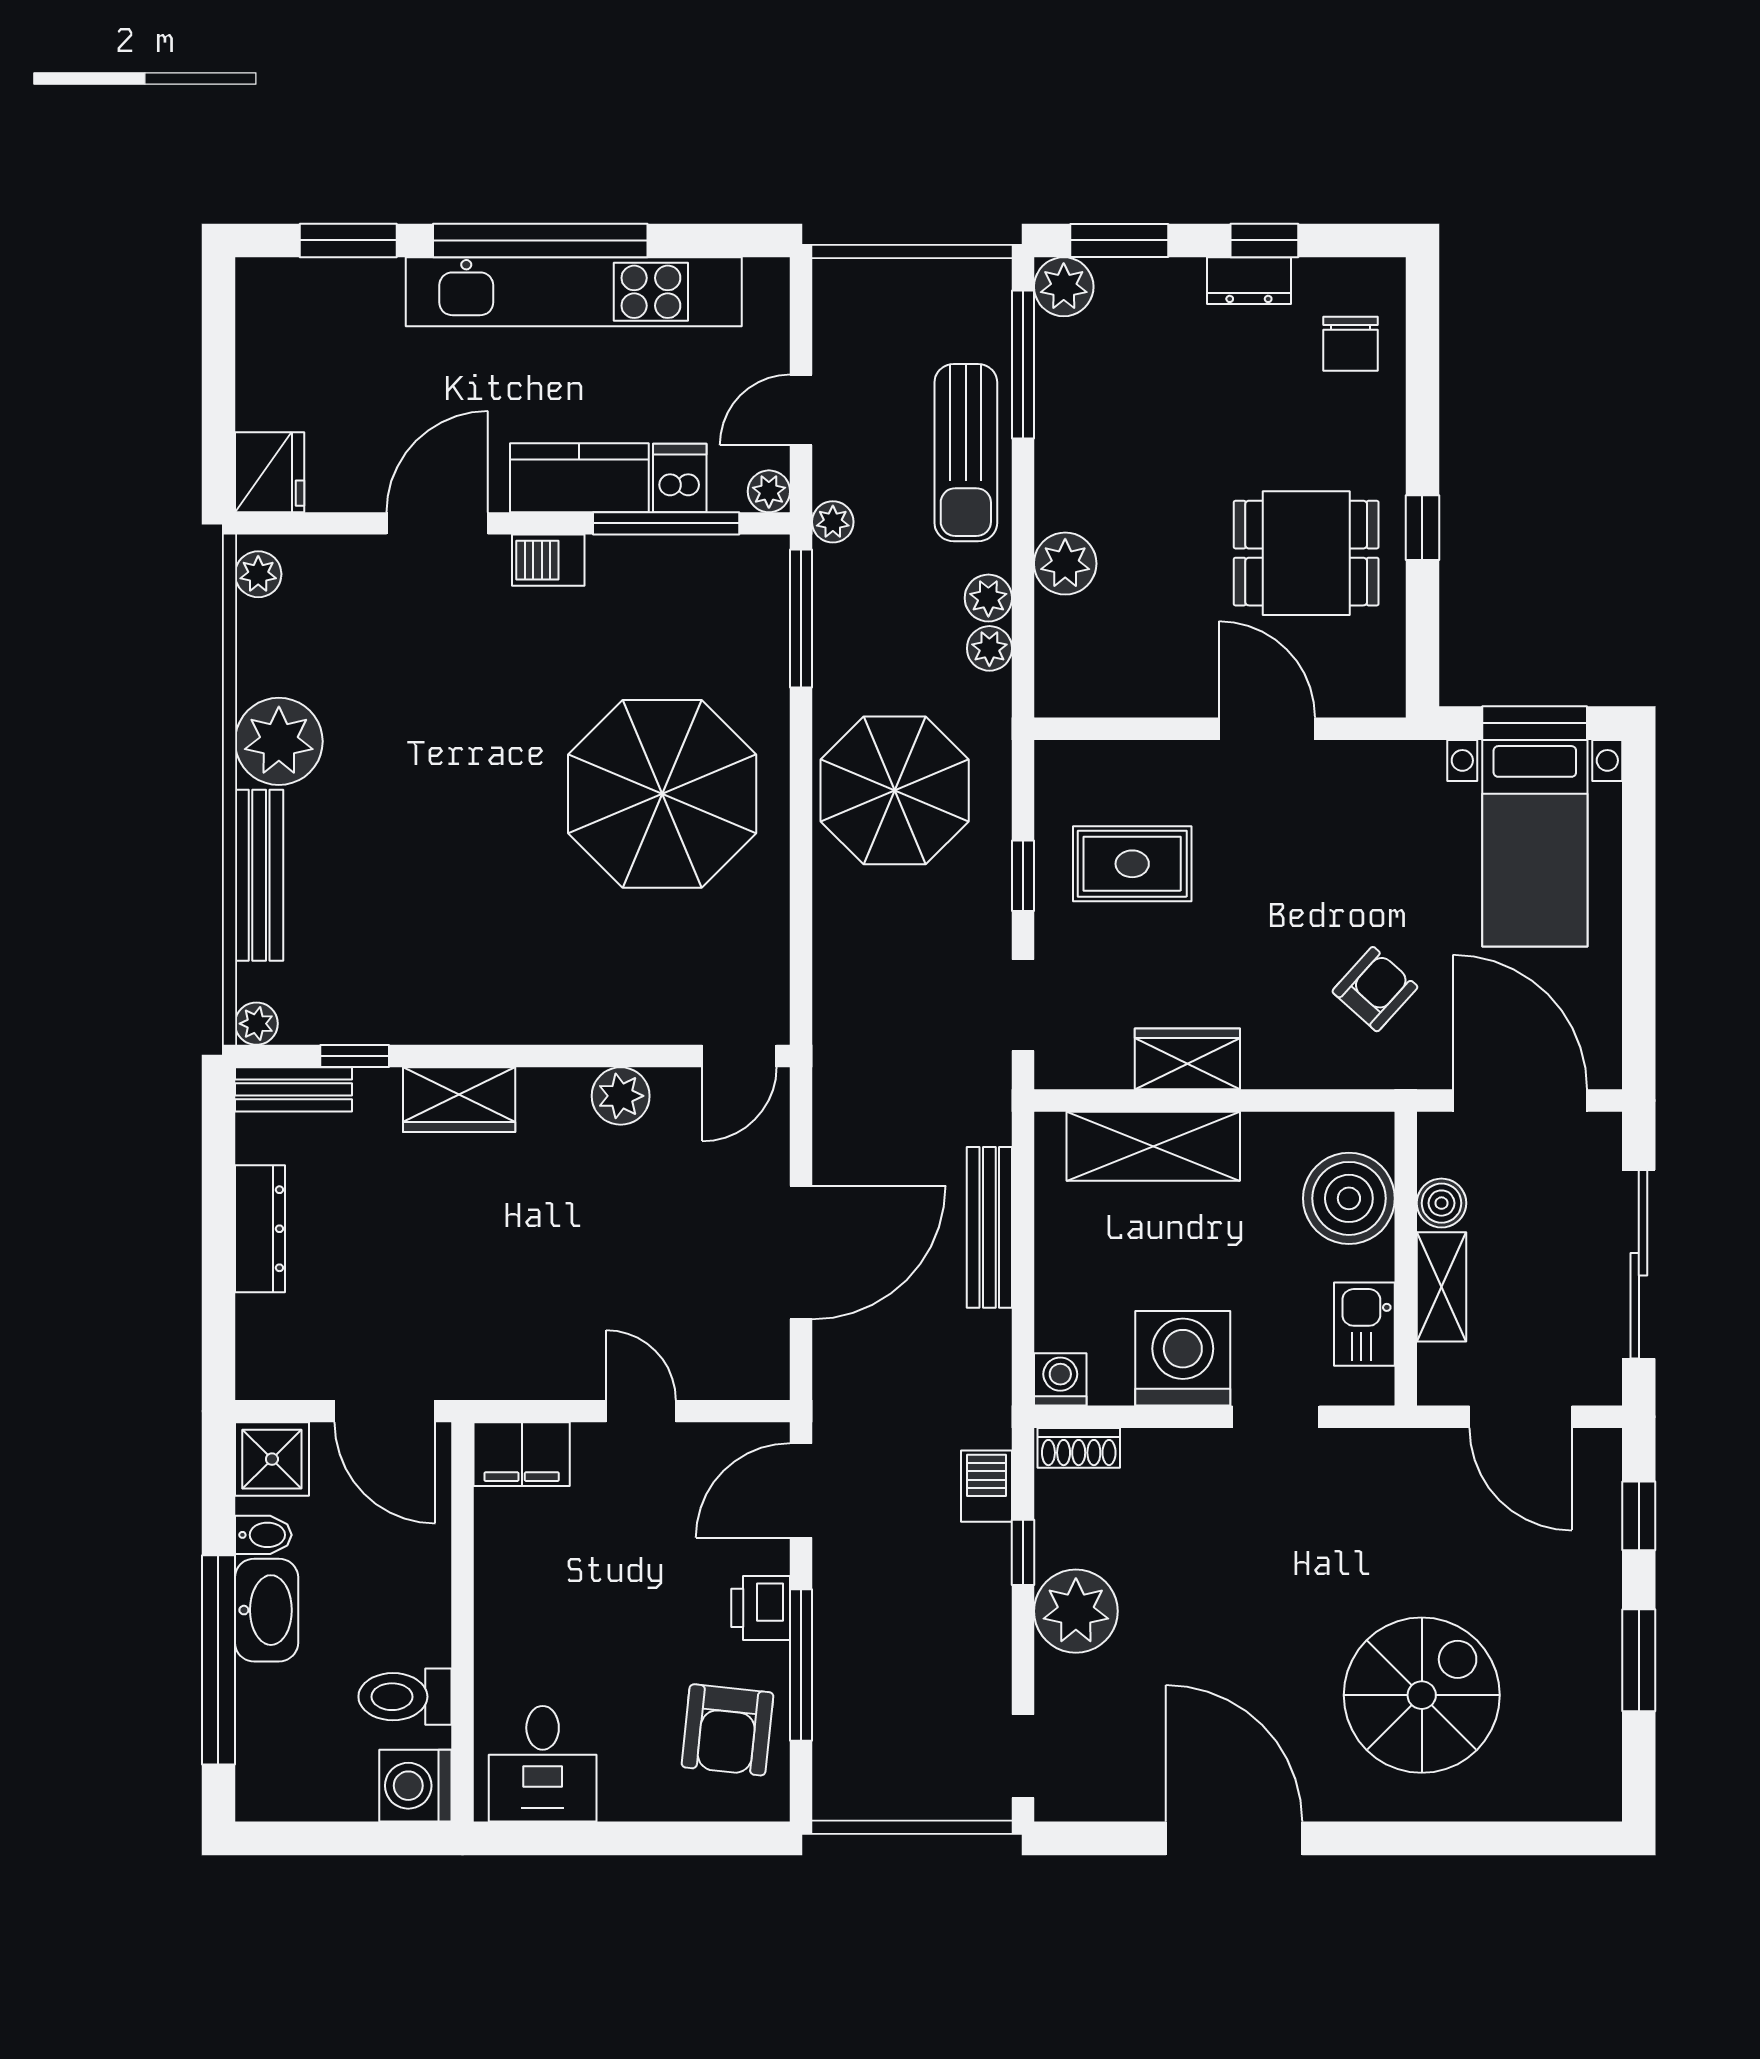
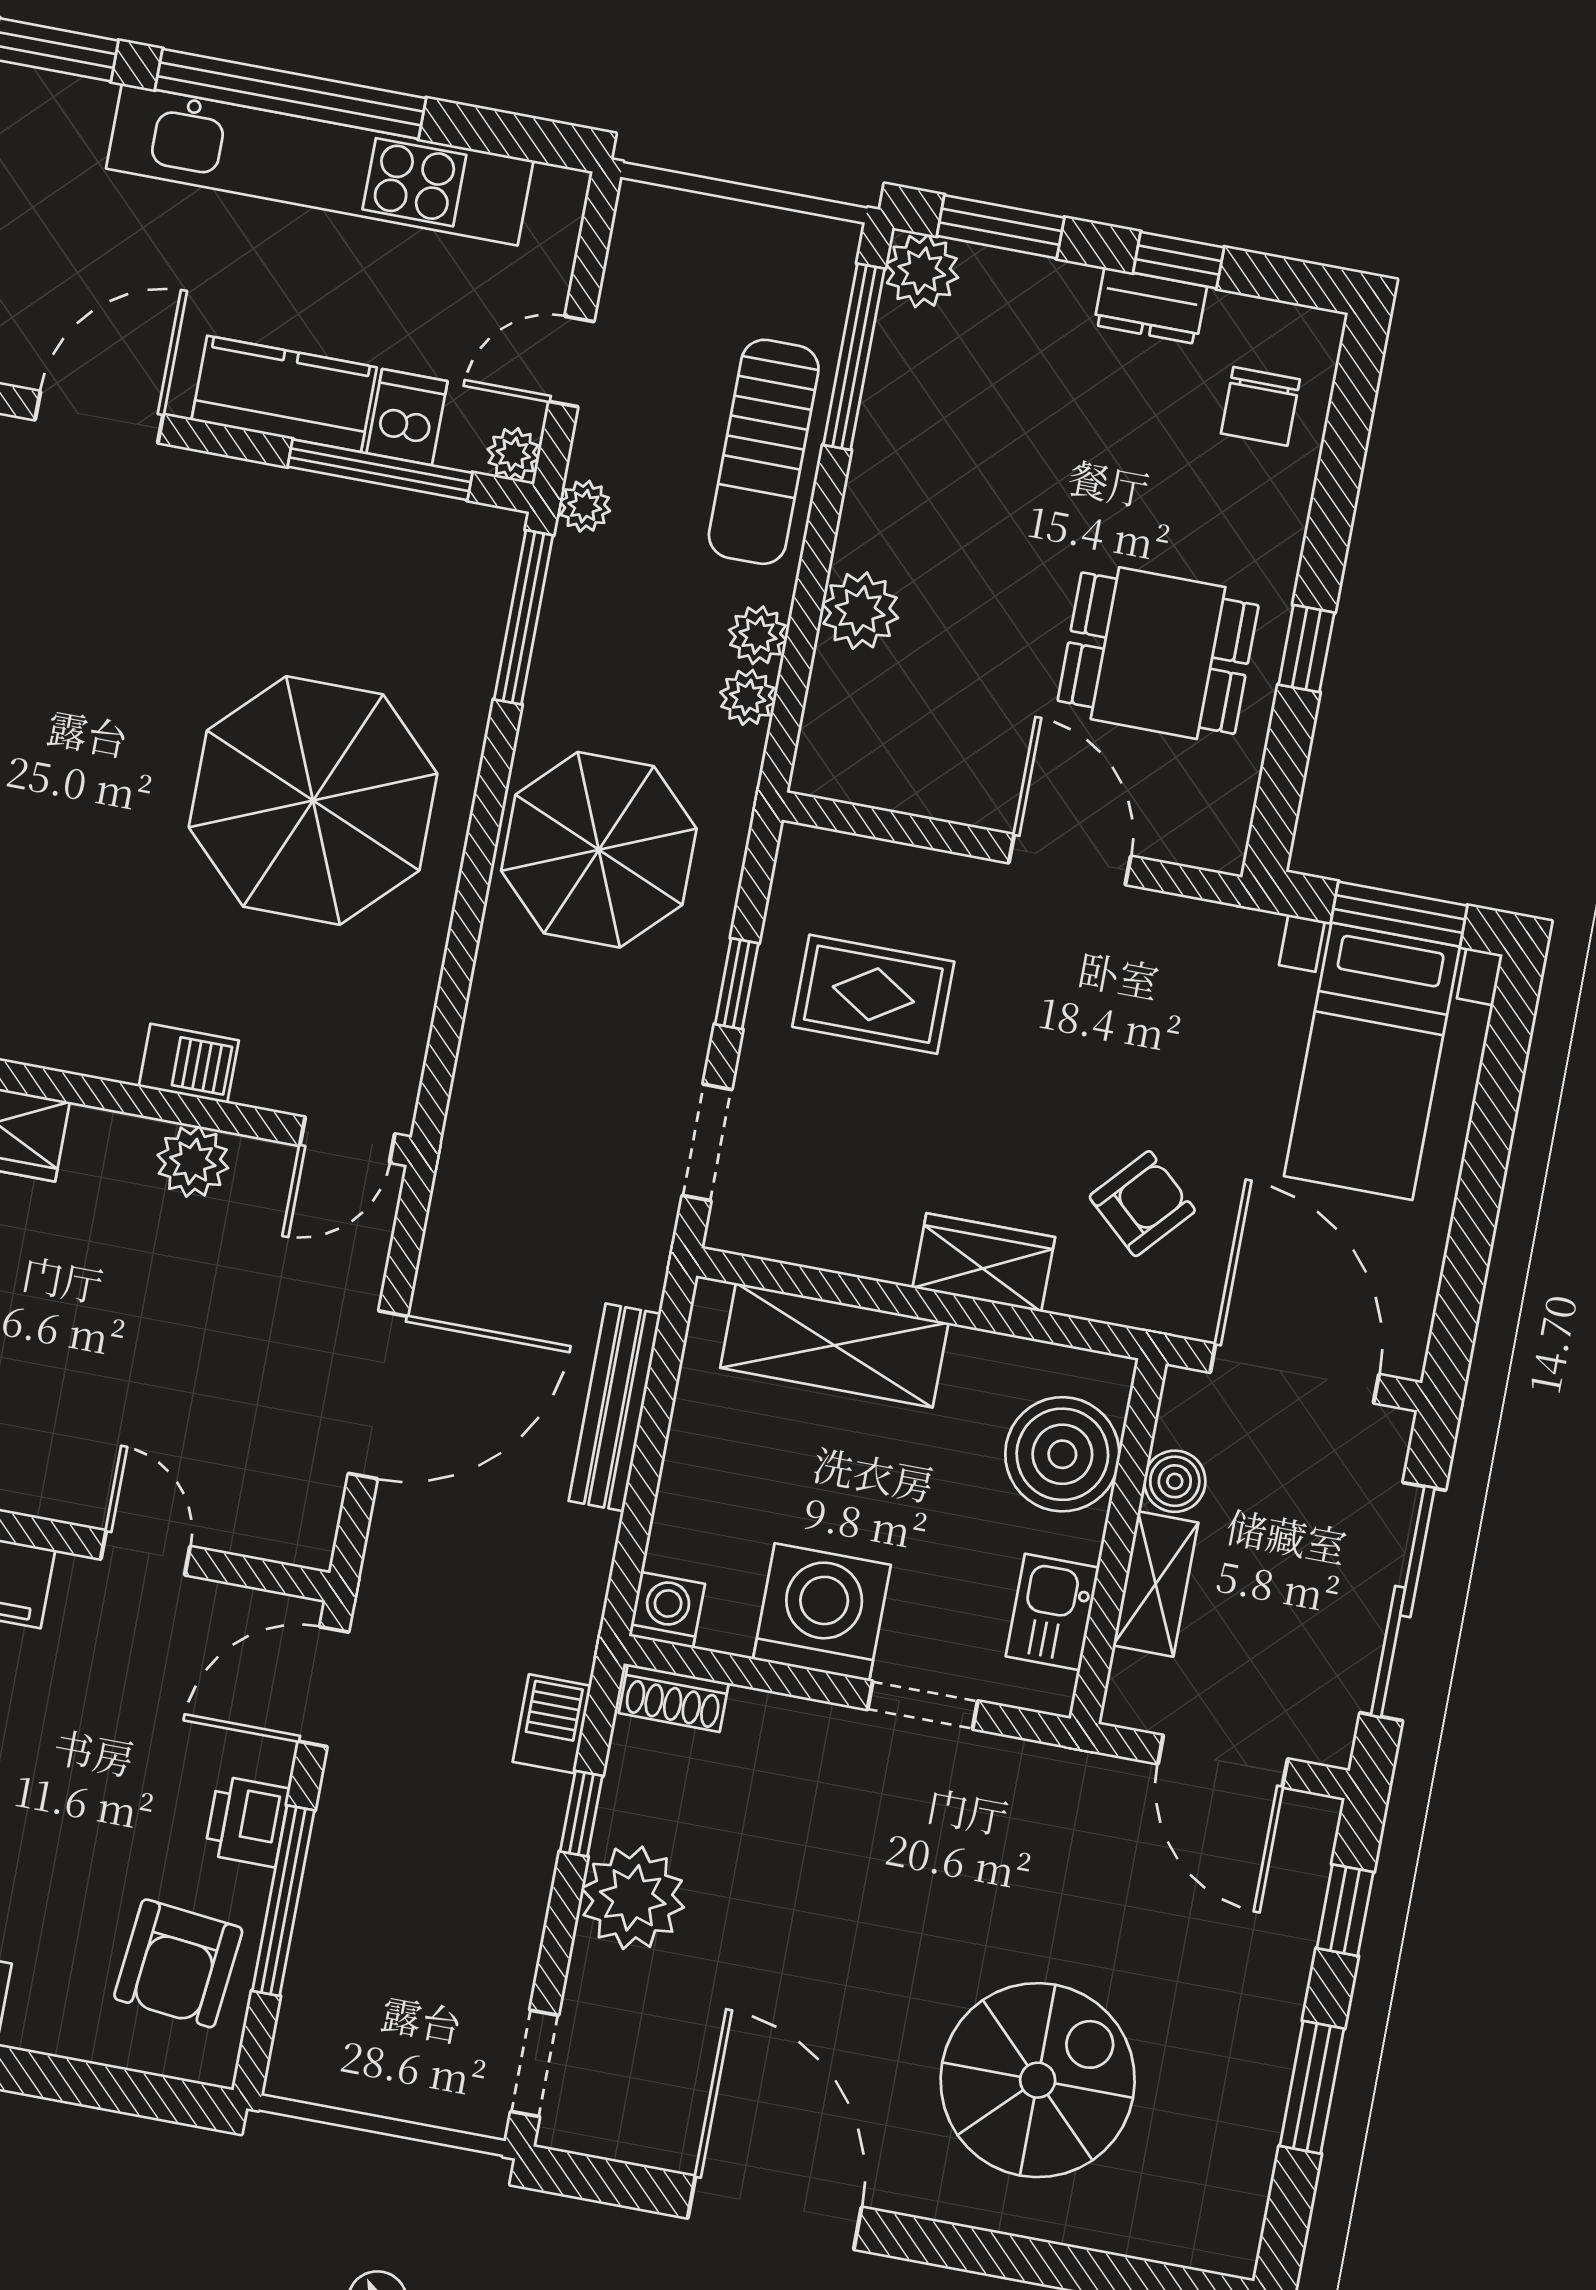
barbecue: (548, 560) -> (189, 1063), moved, turned 180
wardrobe: (1187, 1059) -> (984, 1262), moved

